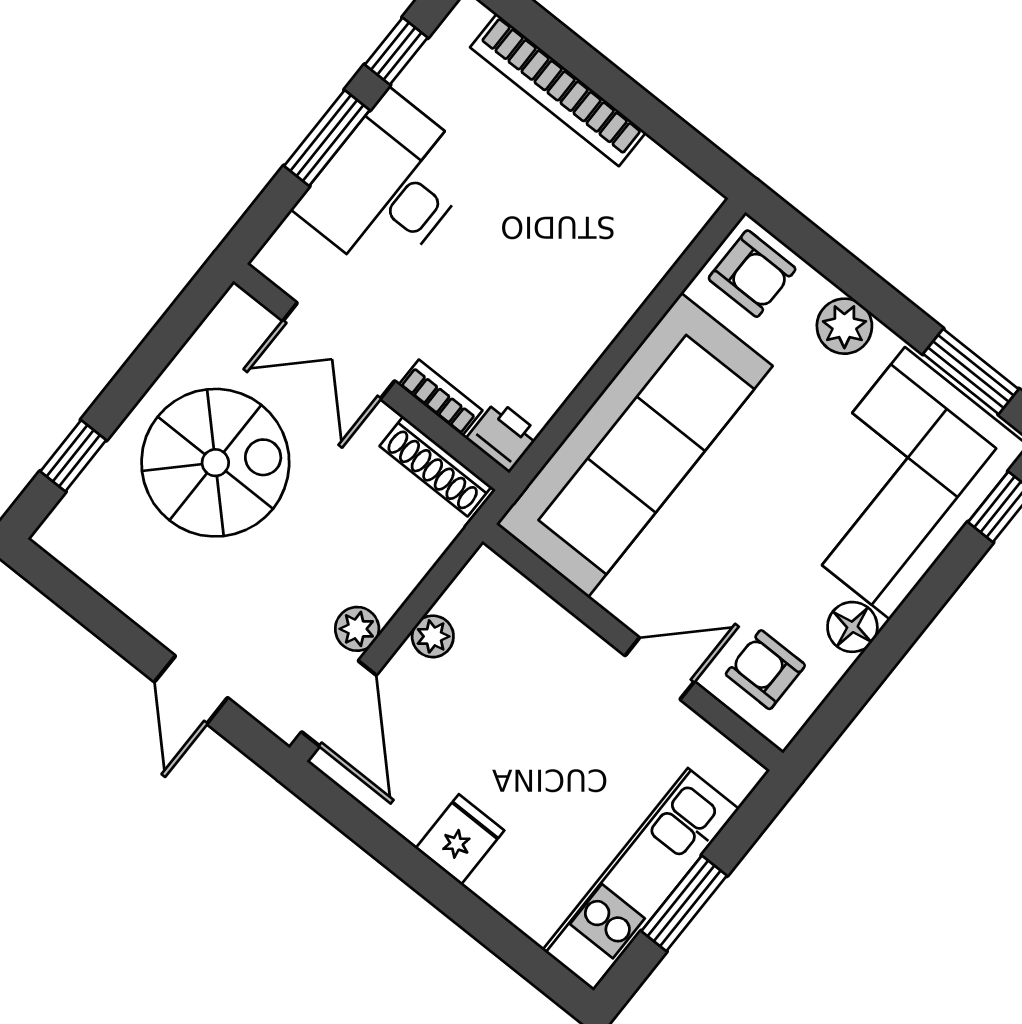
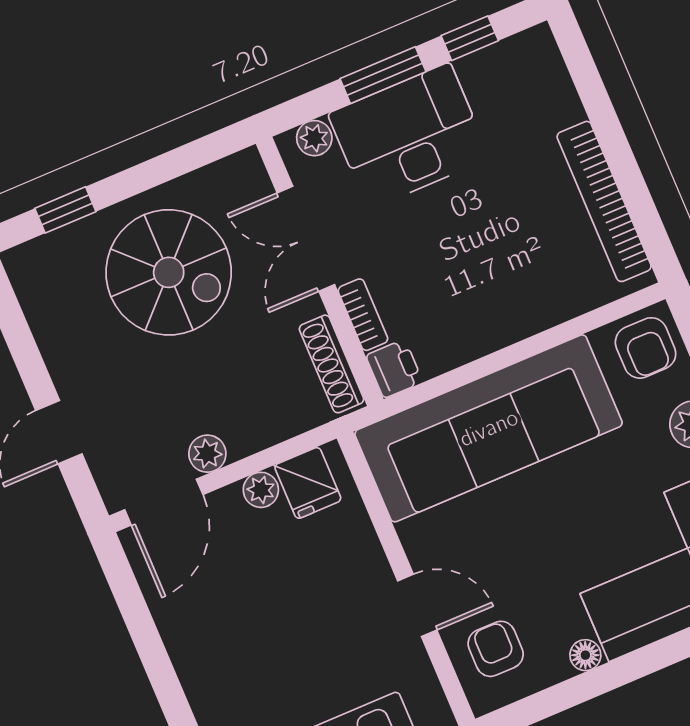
bookcase: (558, 90) -> (604, 201), moved
plant: (291, 242) -> (314, 138), added
floor lamp: (852, 627) -> (585, 655), width x0.73, depth x0.73
fridge: (460, 839) -> (308, 483), moved, turned 90

